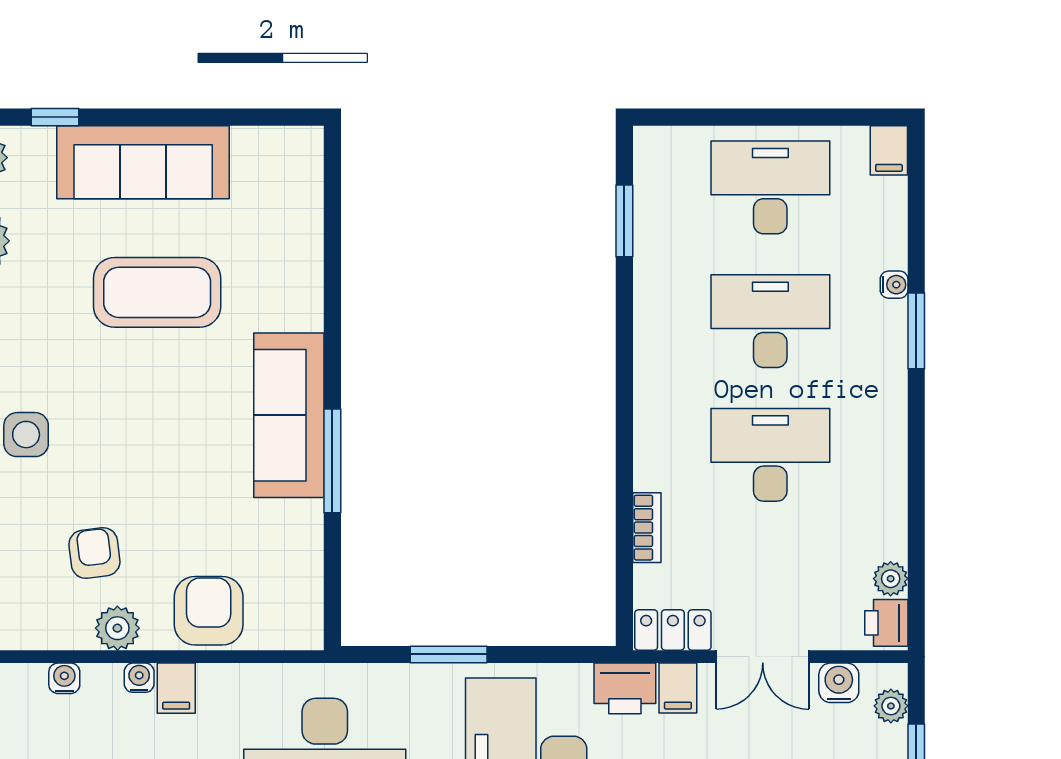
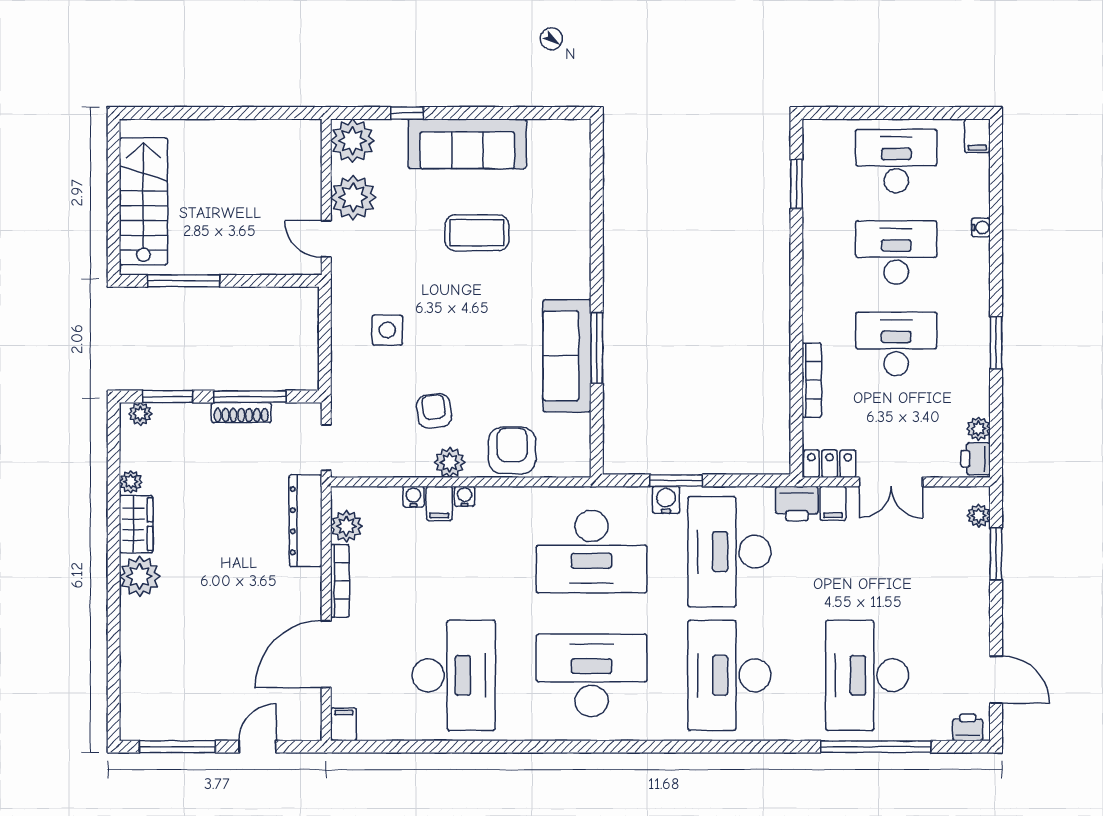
coffee table: (157, 292) -> (477, 233), width x0.73, depth x0.76
window: (916, 331) -> (996, 343), moved
sofa: (289, 415) -> (567, 356), moved
bookcase: (647, 528) -> (812, 380), width x1.56
water cooler: (839, 683) -> (666, 500), moved
filing cabinet: (176, 688) -> (439, 503), moved

